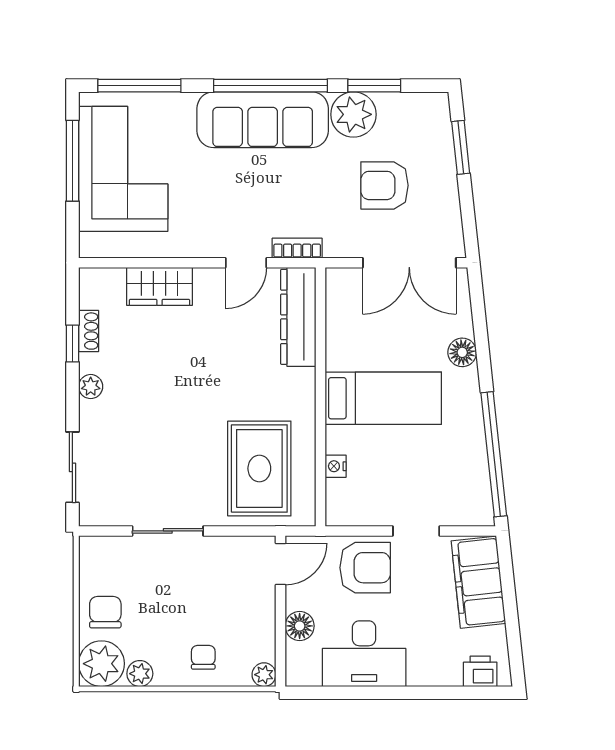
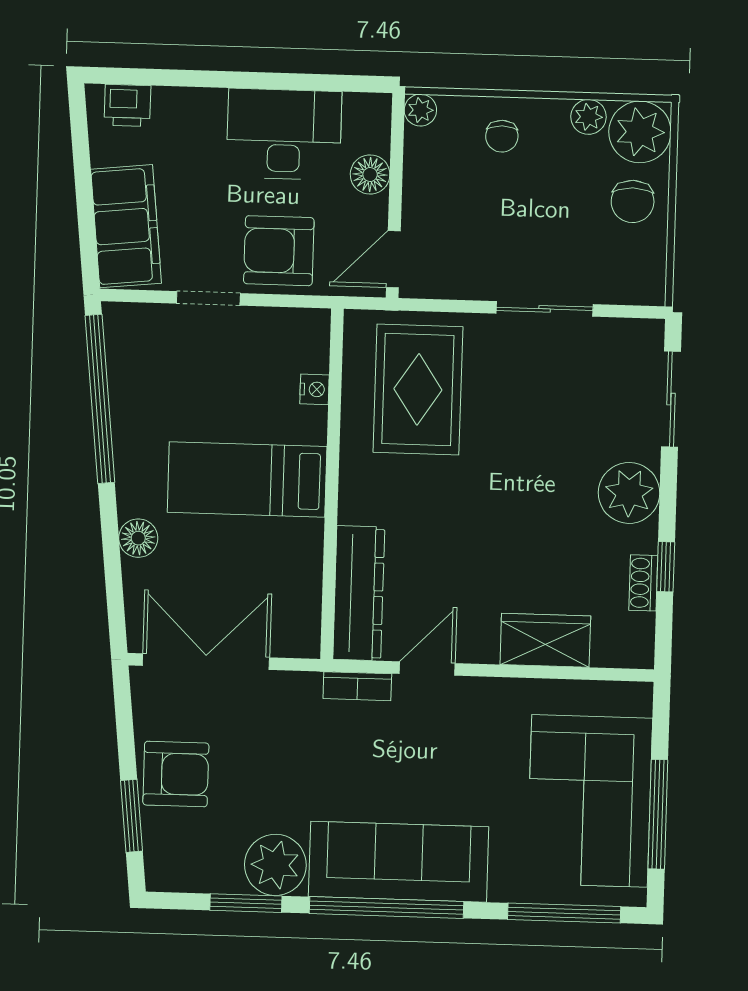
armchair: (385, 185) -> (176, 774), moved
plant: (91, 387) -> (629, 493), width x1.87, depth x1.87

